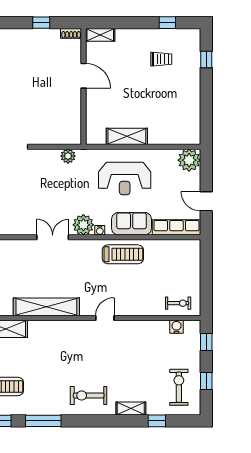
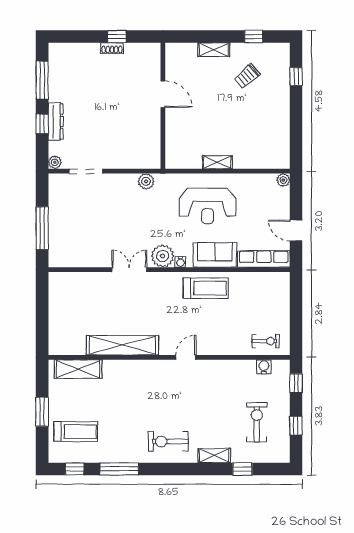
shoe rack: (71, 33) -> (112, 48), moved
shelving: (100, 35) -> (214, 50), moved
trolley: (161, 59) -> (247, 76), turned 139
shelving: (127, 136) -> (217, 162), width x0.67, depth x0.75
plant: (189, 160) -> (283, 180), width x0.53, depth x0.53
exercise bike: (179, 387) -> (257, 422), moved

